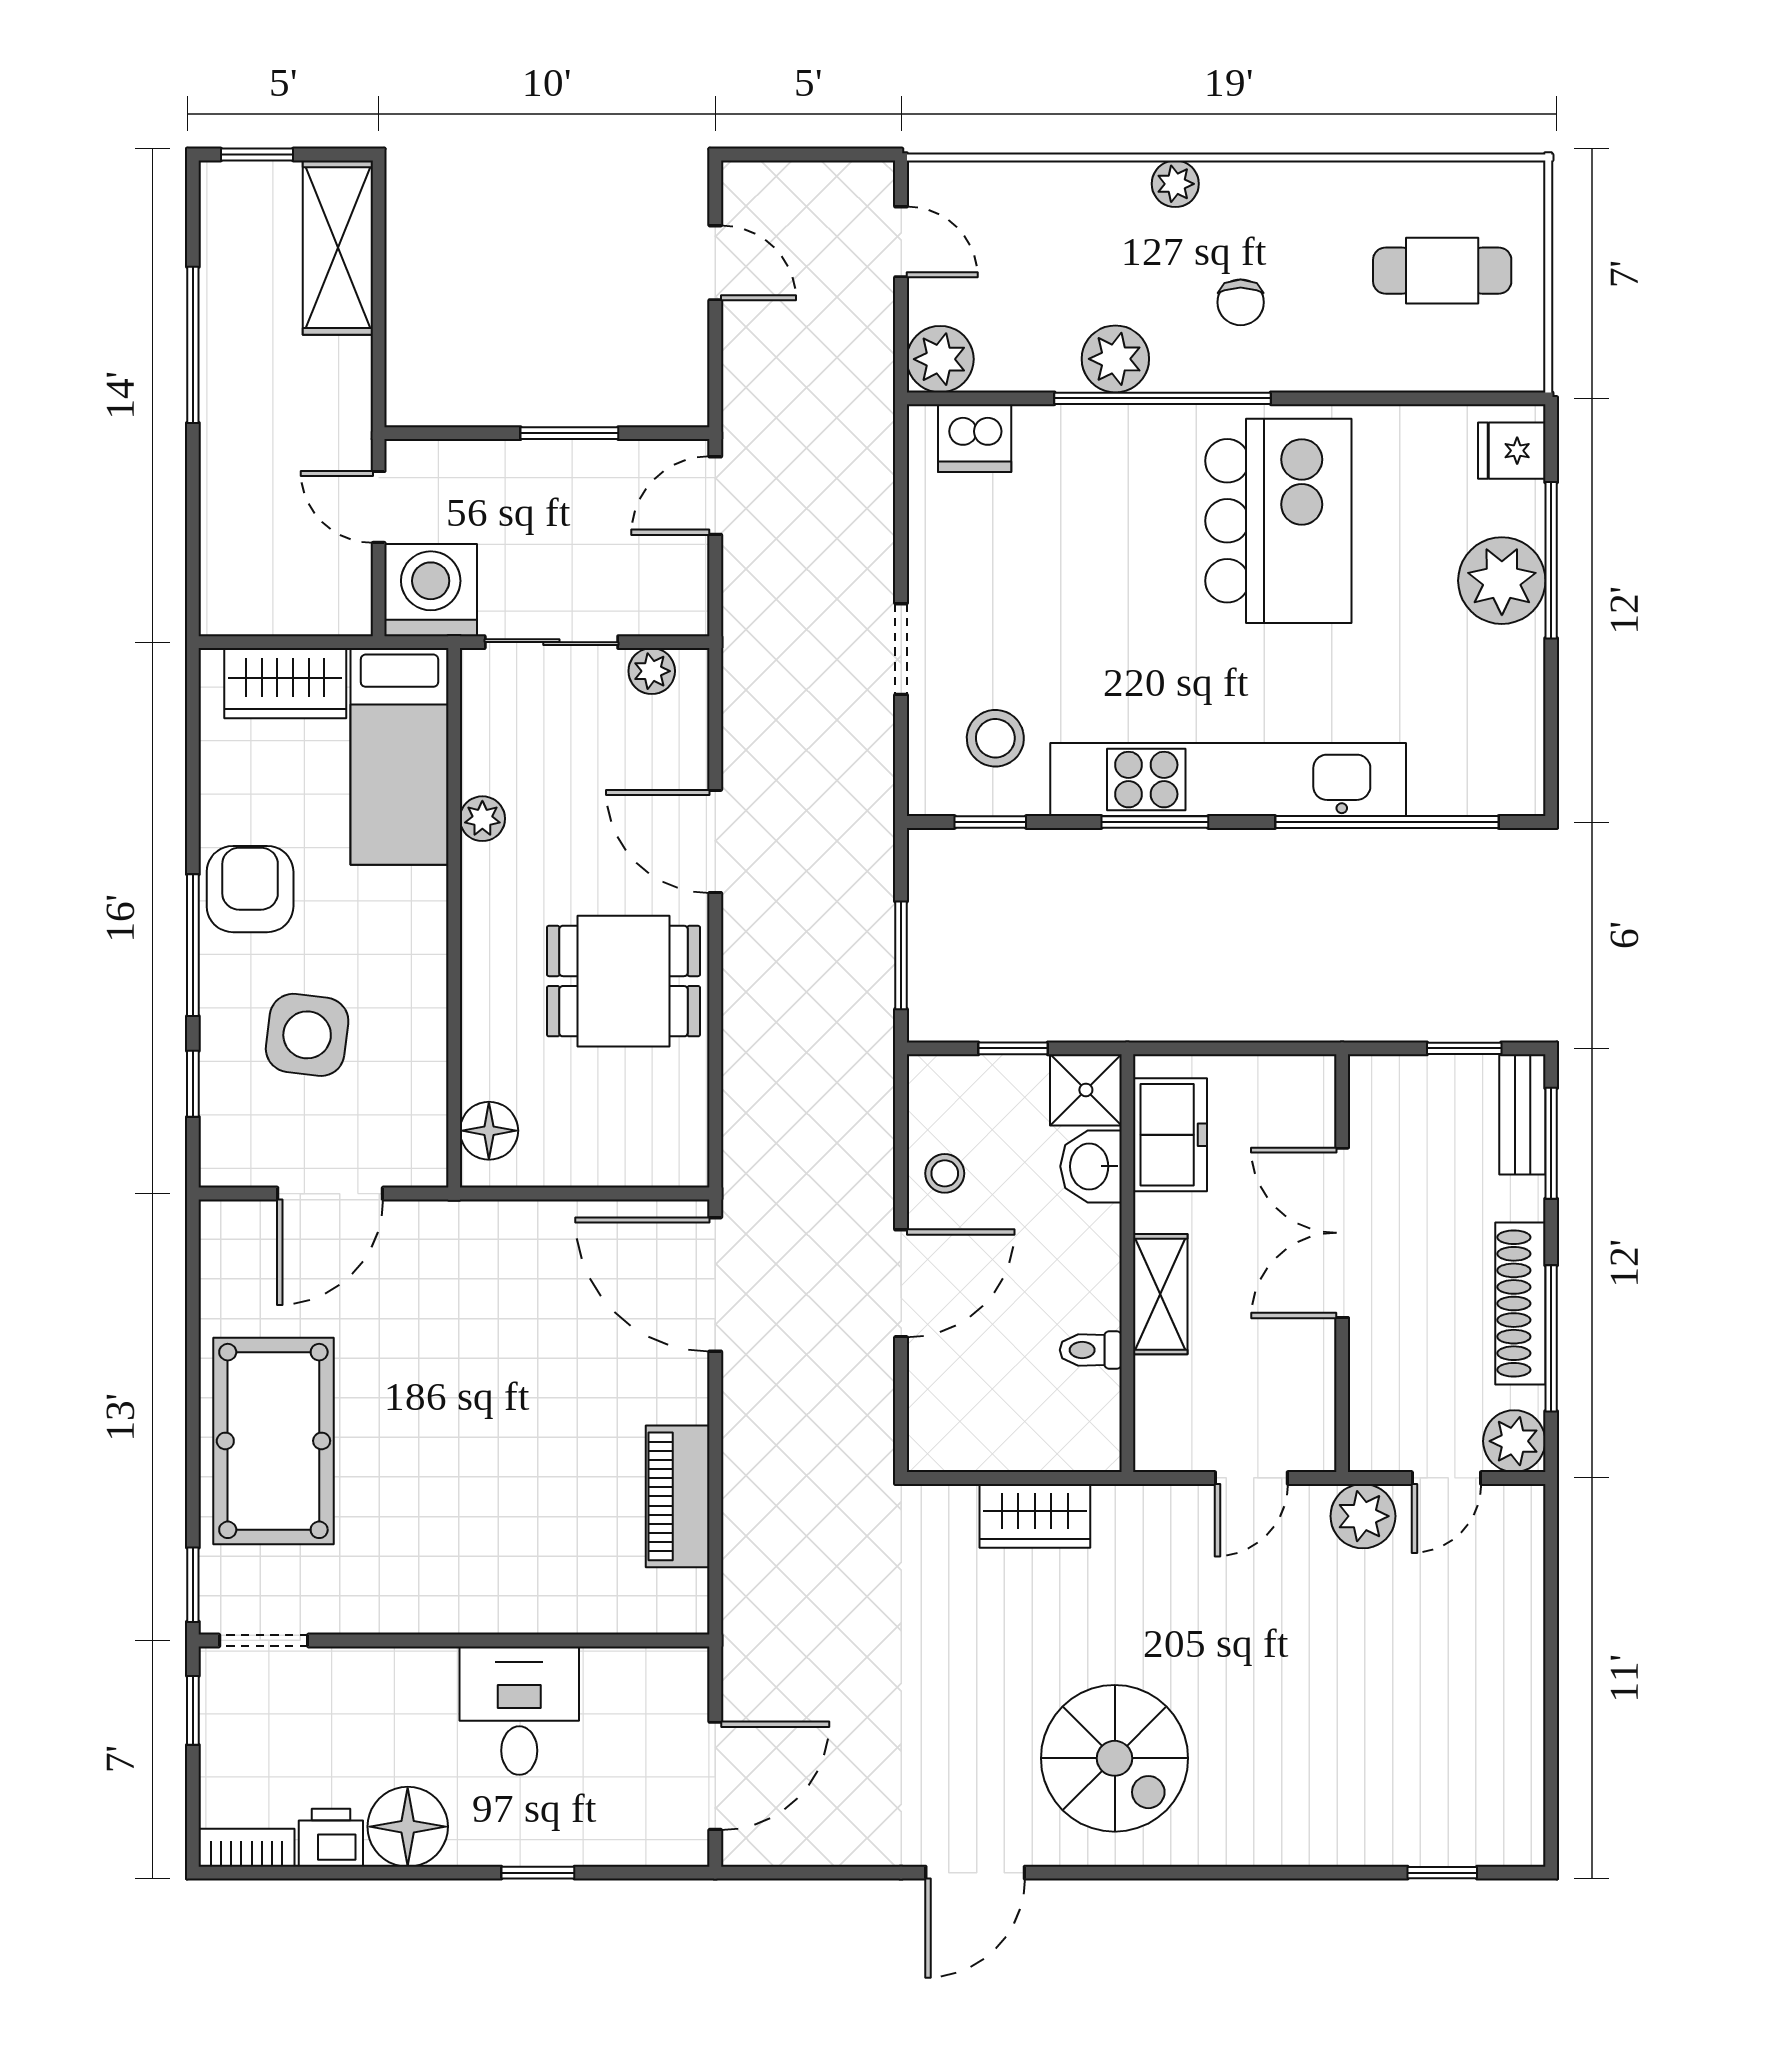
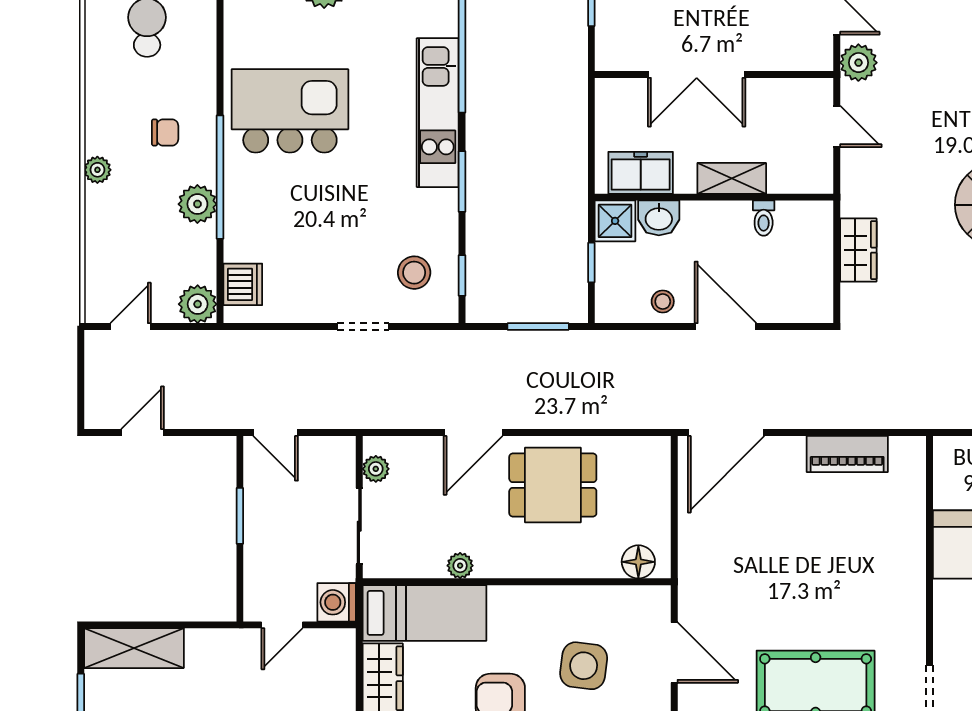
washing machine: (431, 590) -> (337, 602), width x0.73, depth x0.73
kitchen unit: (1228, 780) -> (438, 113), width x0.73
dining table: (623, 981) -> (553, 485), turned 90

